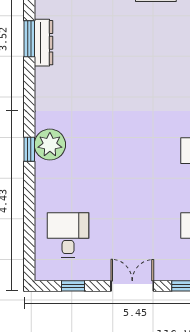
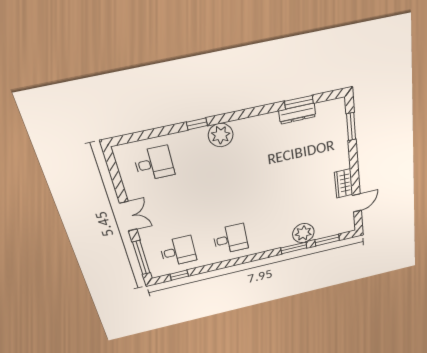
window: (29, 149) -> (197, 124), moved
window: (73, 286) -> (115, 176), removed

